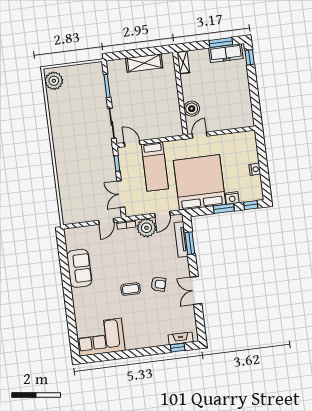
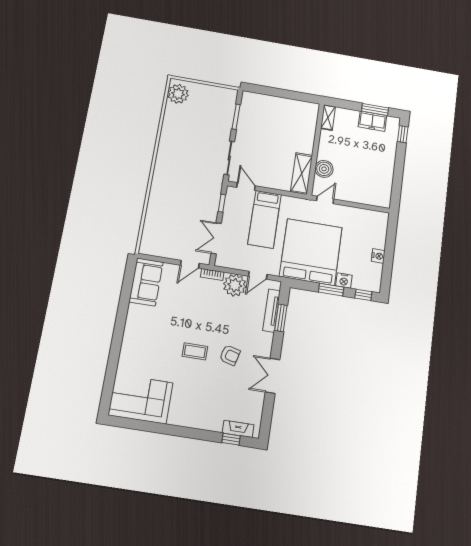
freezer: (226, 53) -> (372, 121), width x0.71
shelving: (144, 63) -> (302, 174), moved, turned 90
sofa: (79, 268) -> (146, 282), moved

